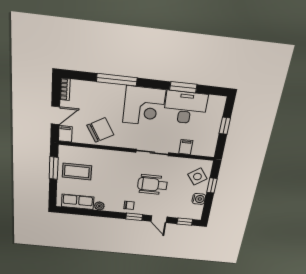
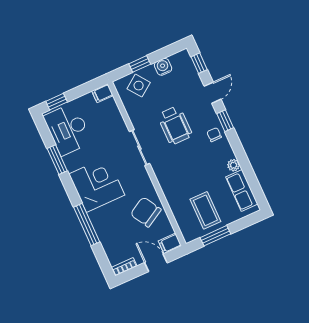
desk: (185, 108) -> (68, 129), moved
window: (225, 126) -> (57, 102), moved
filing cabinet: (186, 147) -> (102, 93), moved

